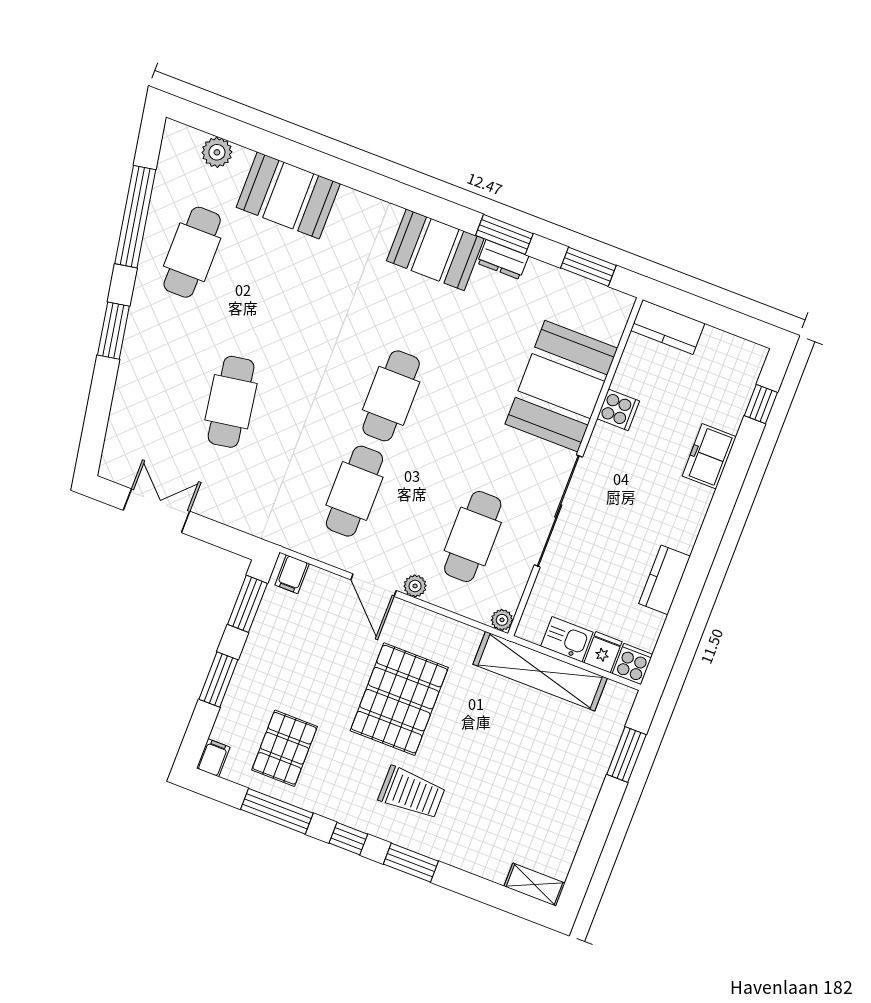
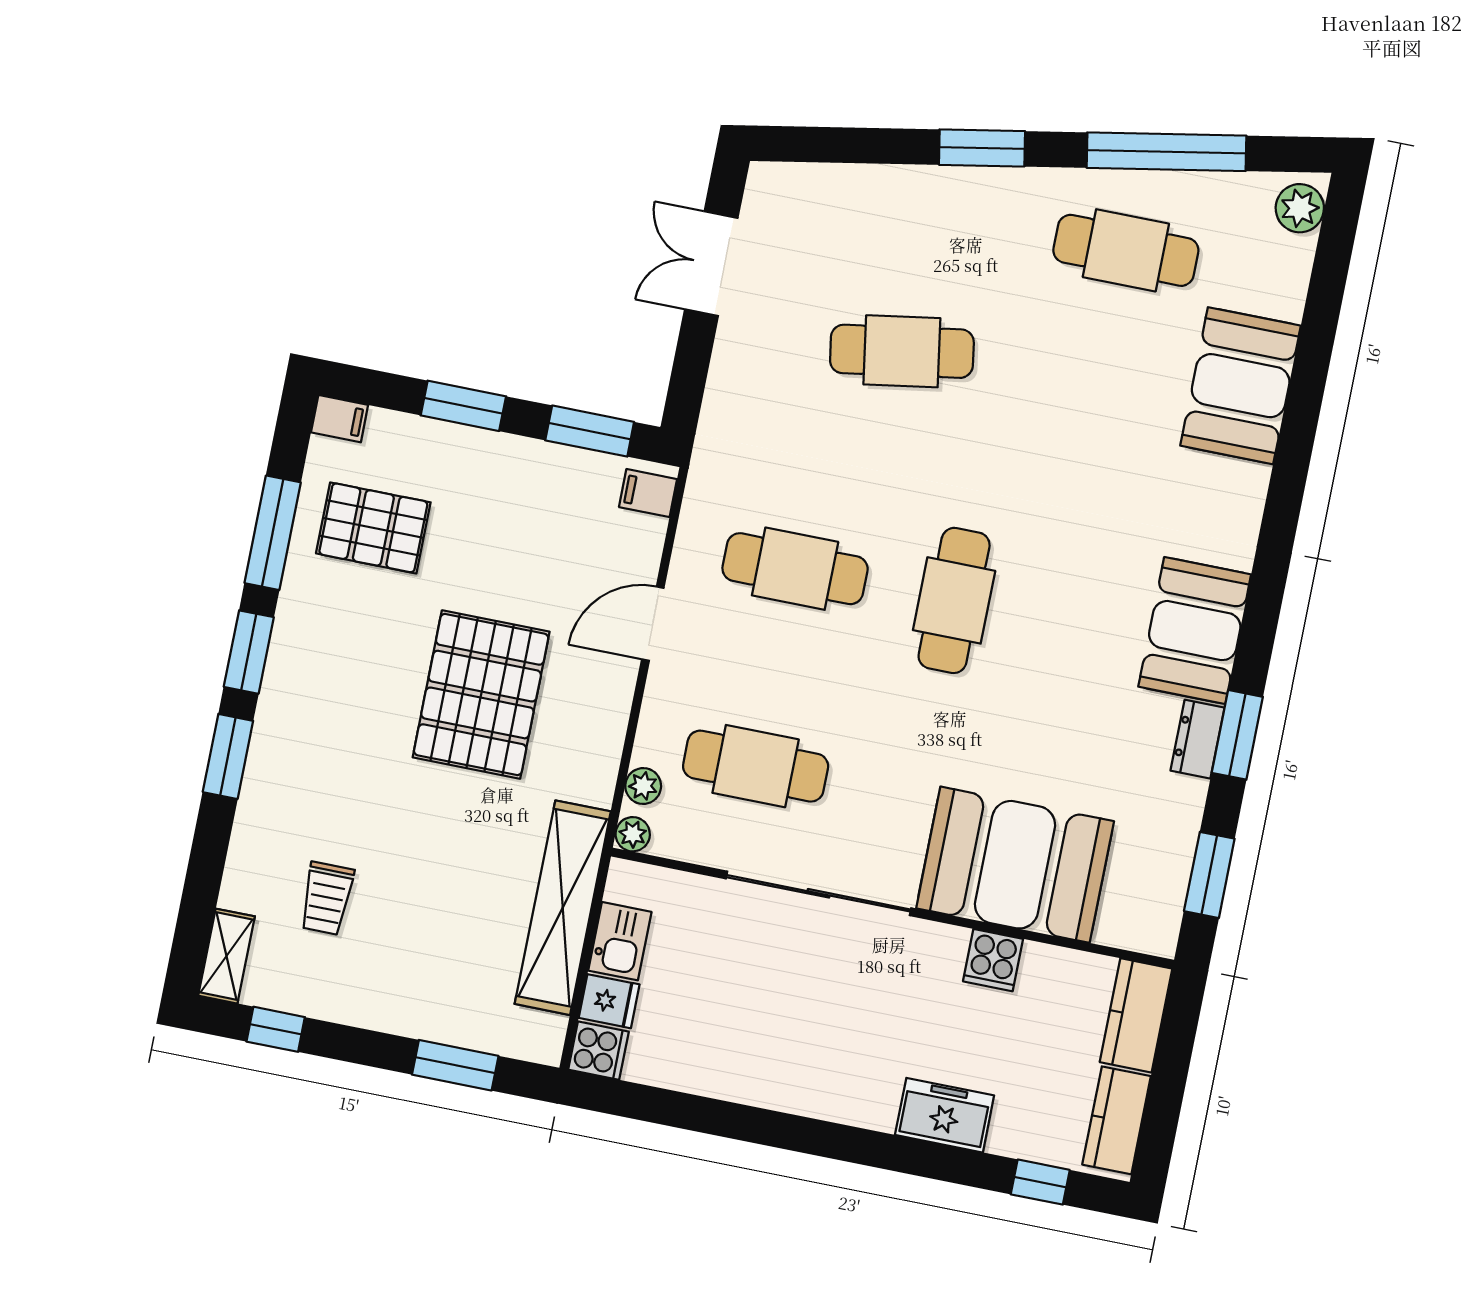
plant: (217, 152) -> (1300, 208), moved
cafe table: (391, 396) -> (954, 600), turned 90
double door: (156, 511) -> (711, 264), swing flipped
kitchen counter: (665, 580) -> (1117, 1120), moved, turned -90
plant: (415, 586) -> (643, 786), moved
pallet: (399, 699) -> (481, 695), turned 90
trolley: (412, 793) -> (327, 898), moved, width x0.73, depth x0.72
window: (348, 839) -> (249, 652), width x1.50
window: (585, 862) -> (276, 1029), added

